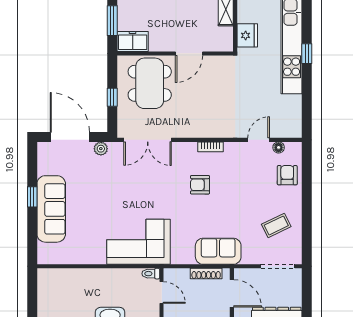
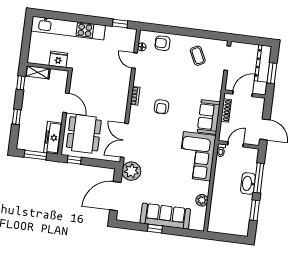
freezer: (133, 41) -> (53, 138), width x1.40
window: (307, 54) -> (120, 24), moved
dining table: (150, 83) -> (84, 134), turned 90
window: (112, 97) -> (74, 160), moved
double door: (148, 140) -> (124, 140), swing flipped
plant: (101, 149) -> (131, 171), width x1.87, depth x1.87
sofa: (218, 251) -> (209, 117), moved
plant: (79, 256) -> (202, 200), added

